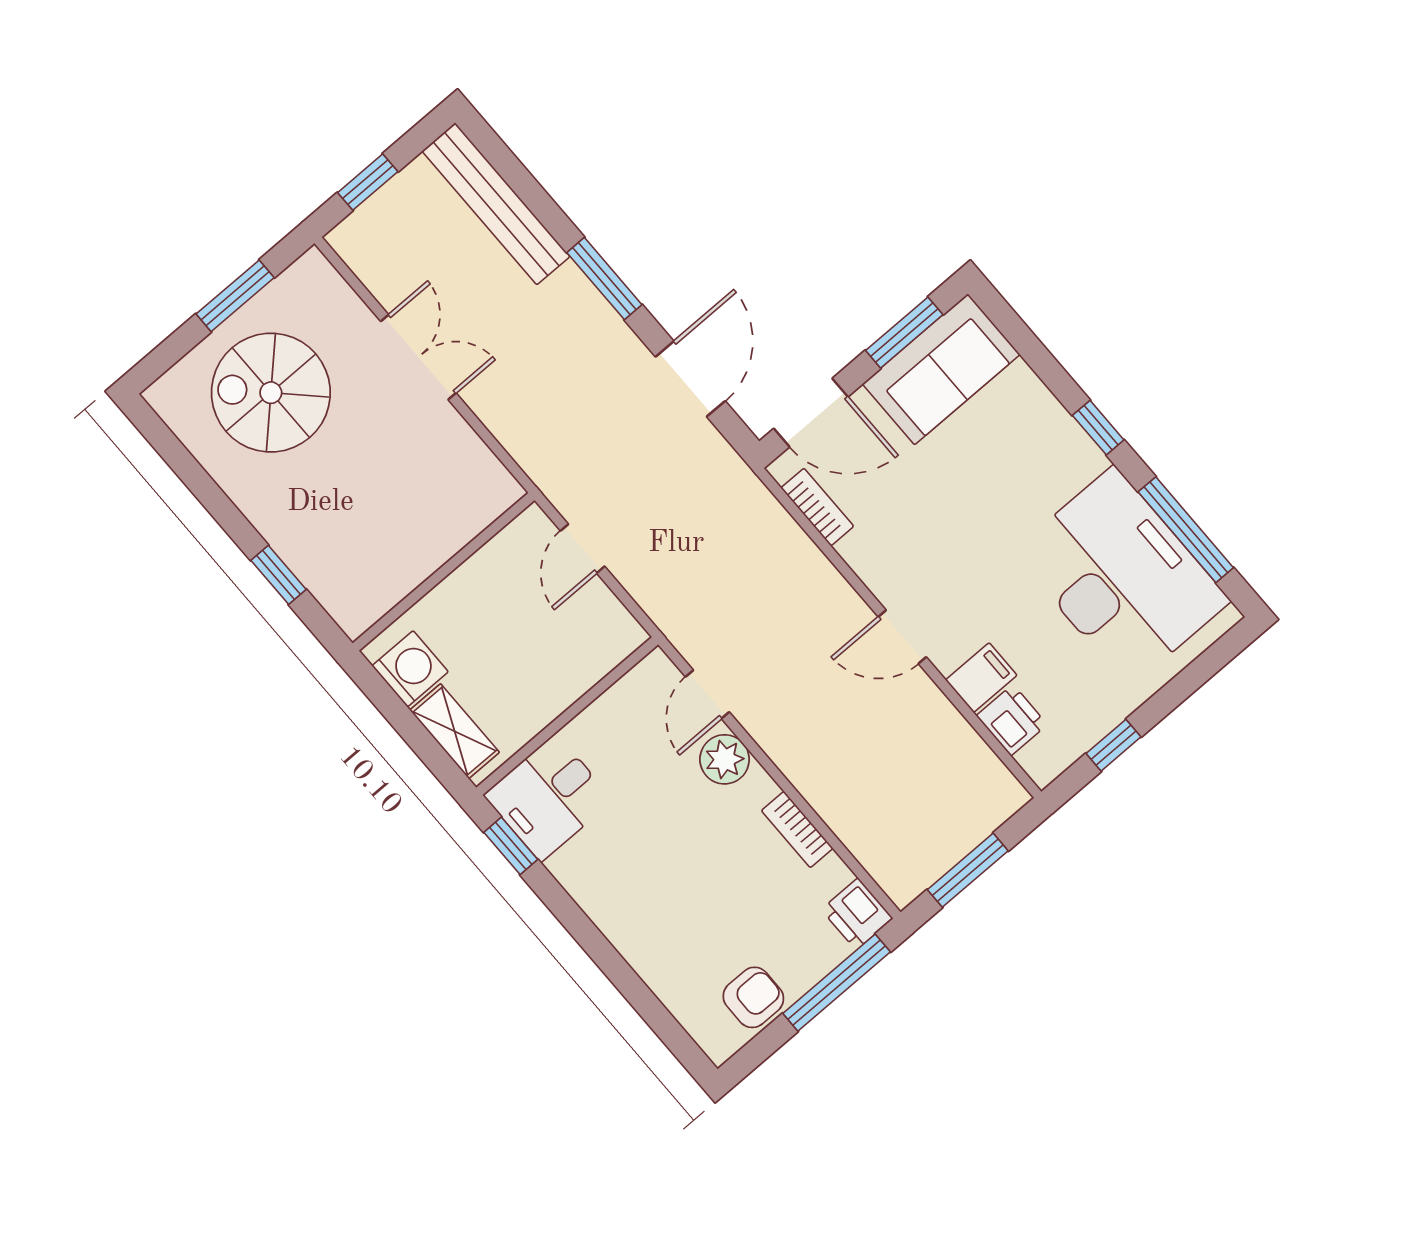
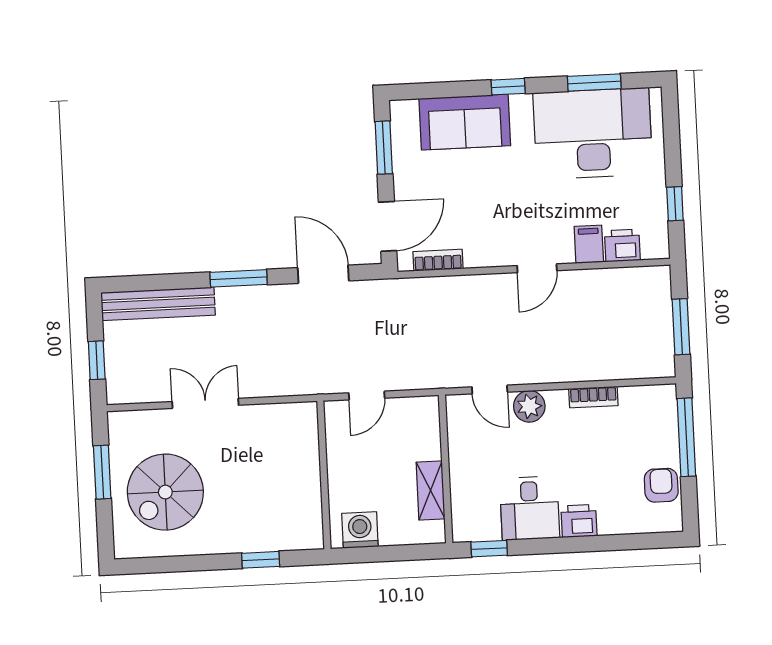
sofa: (941, 369) -> (465, 122), moved, turned 90
window: (1186, 530) -> (594, 83), width x0.69
door: (582, 549) -> (367, 395), hinge flipped
shelving: (455, 731) -> (431, 491), moved, turned 90
desk: (548, 797) -> (530, 508), moved
printer: (857, 914) -> (579, 521), moved, turned 180

